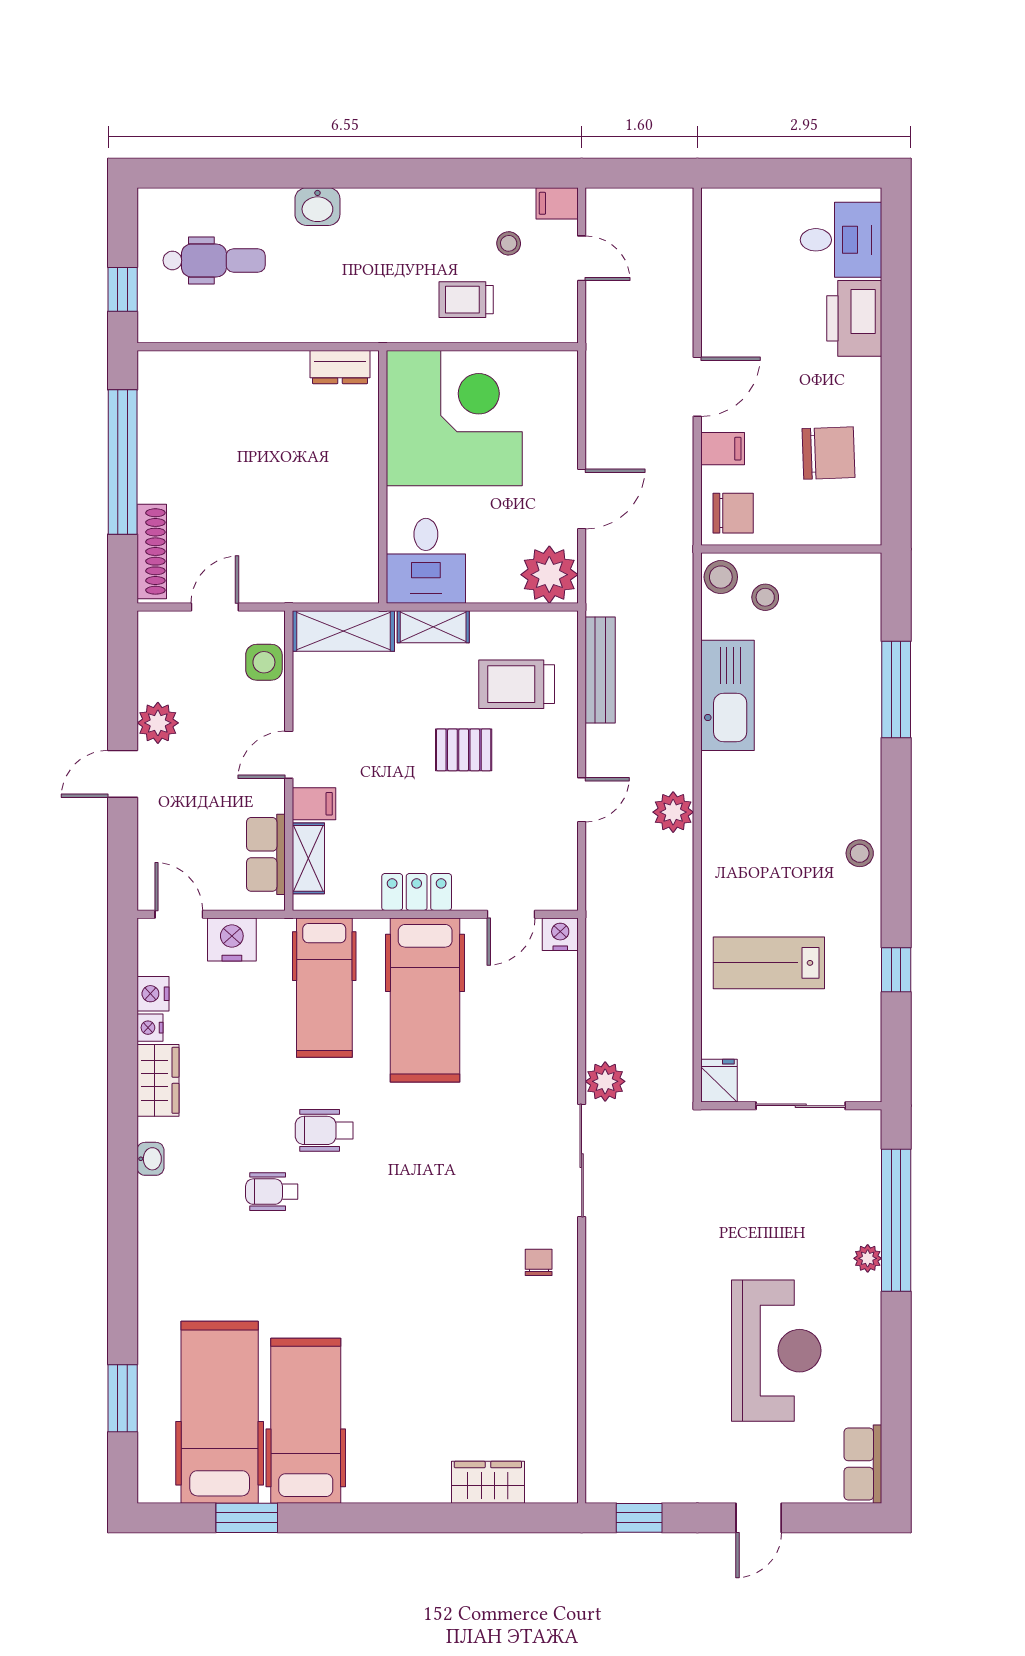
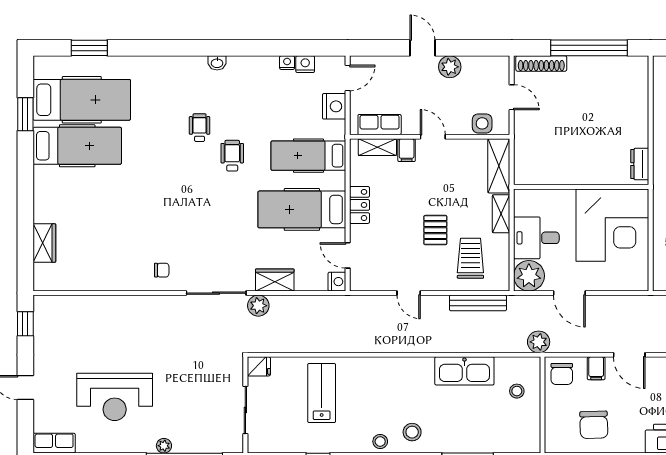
desk: (426, 561) -> (536, 238), moved
stool: (721, 577) -> (412, 432), moved
plant: (673, 812) -> (539, 342), moved
wardrobe: (158, 1080) -> (275, 280), moved, turned 180

